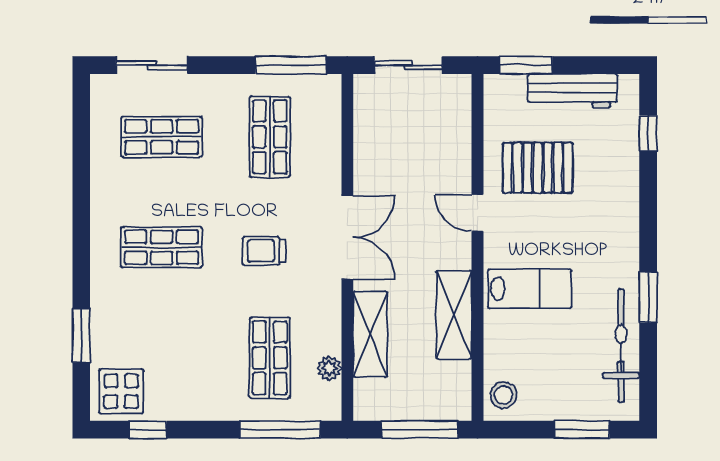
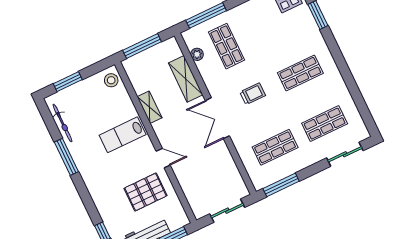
shop shelf: (270, 137) -> (275, 147), turned 90
window: (648, 297) -> (66, 157), width x1.44
shelving: (454, 315) -> (149, 107), width x0.67, depth x0.75
bicycle: (621, 346) -> (62, 123), width x0.73, depth x0.71

